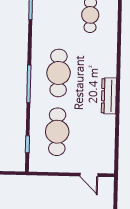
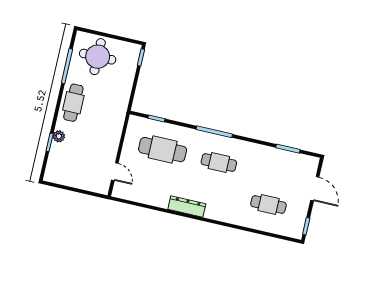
cafe table: (59, 73) -> (219, 162), width x0.73, depth x0.74
door: (89, 175) -> (115, 172), swing flipped

